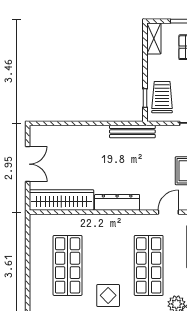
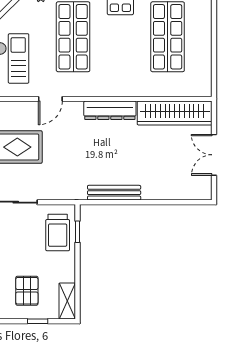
bench: (132, 132) -> (114, 193), moved

